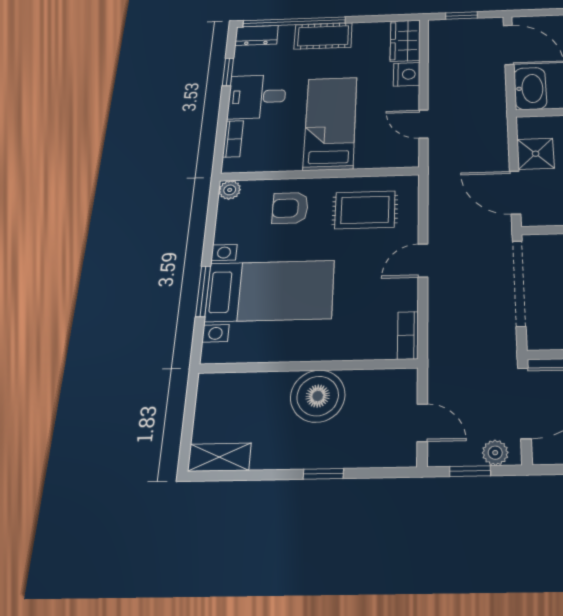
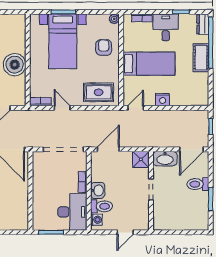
wardrobe: (405, 41) -> (196, 99), removed
nightstand: (407, 74) -> (163, 100), moved
door: (423, 124) -> (136, 108), moved
shower: (536, 154) -> (141, 159), moved
rug: (365, 210) -> (99, 92), moved, turned 90
door: (423, 260) -> (62, 108), moved

